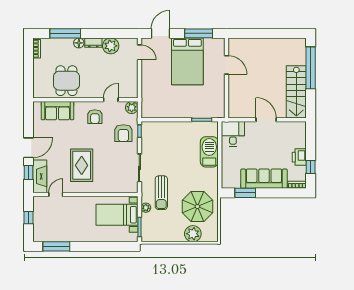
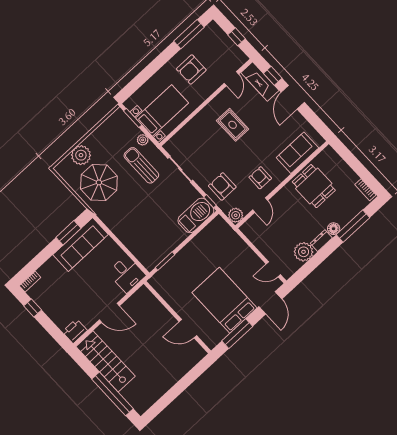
barbecue: (209, 152) -> (196, 215), moved, turned -90
printer: (299, 157) -> (75, 331), moved, turned -90
rug: (82, 165) -> (233, 125), width x0.73, depth x0.70
sofa: (264, 179) -> (81, 245), moved
armchair: (75, 223) -> (191, 69), added

